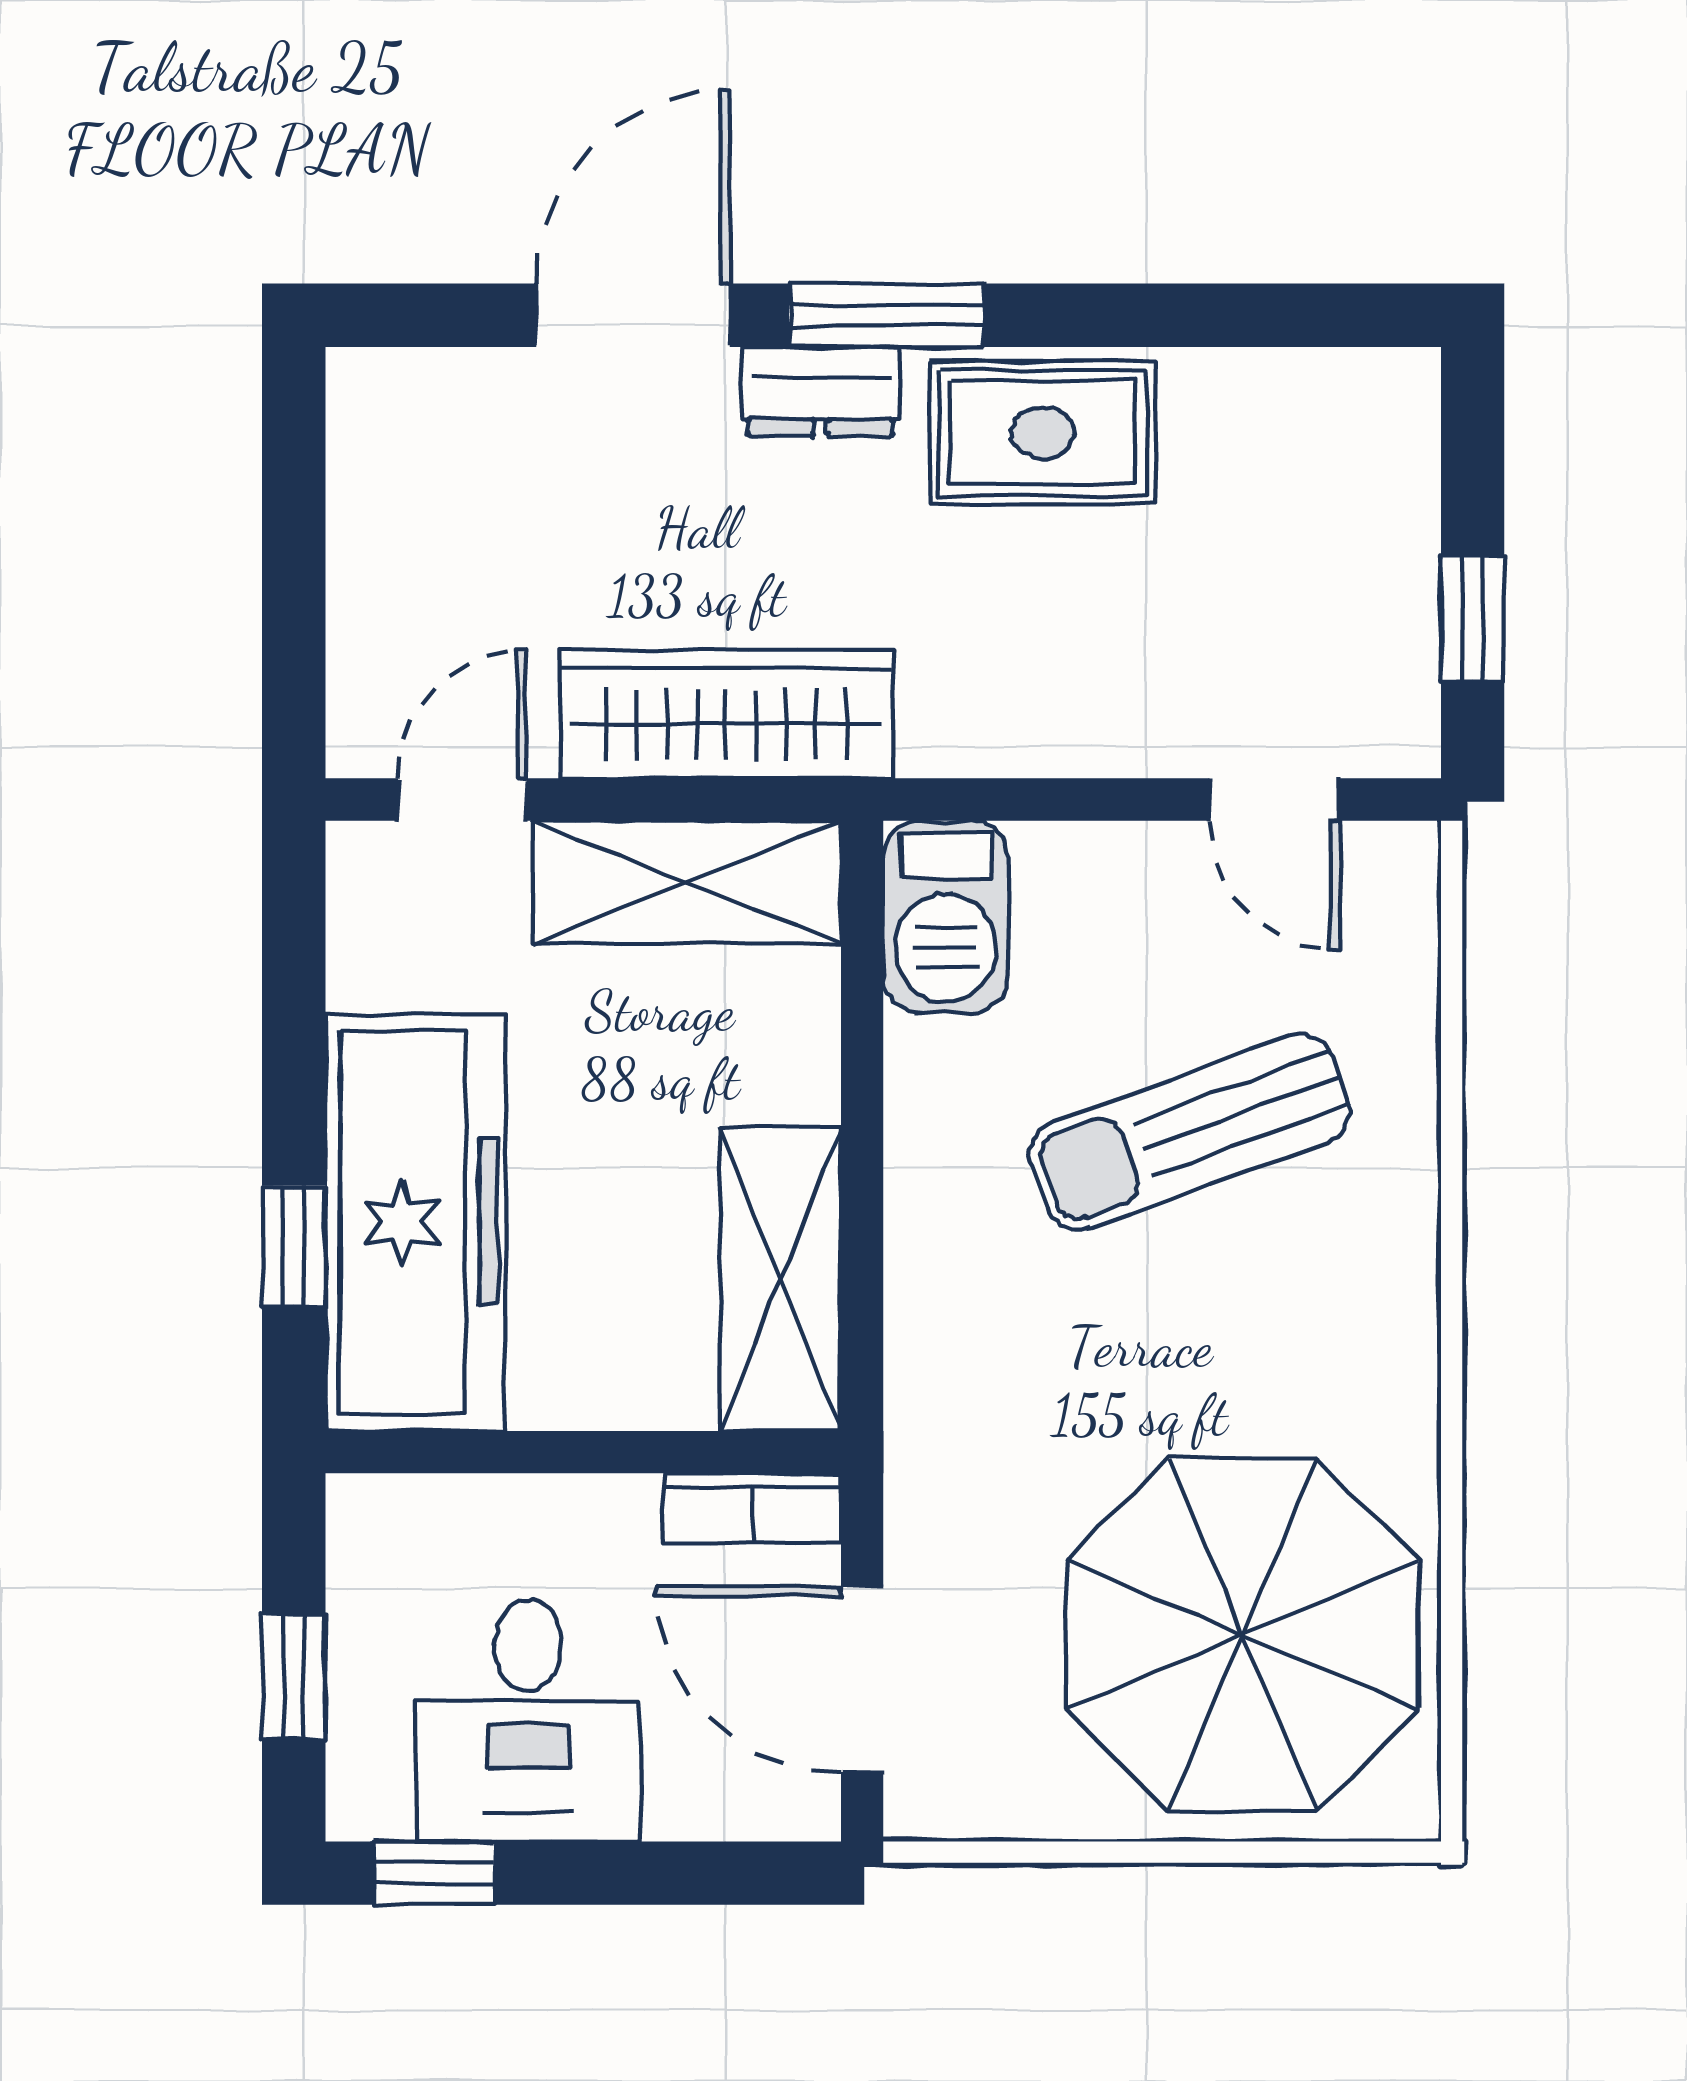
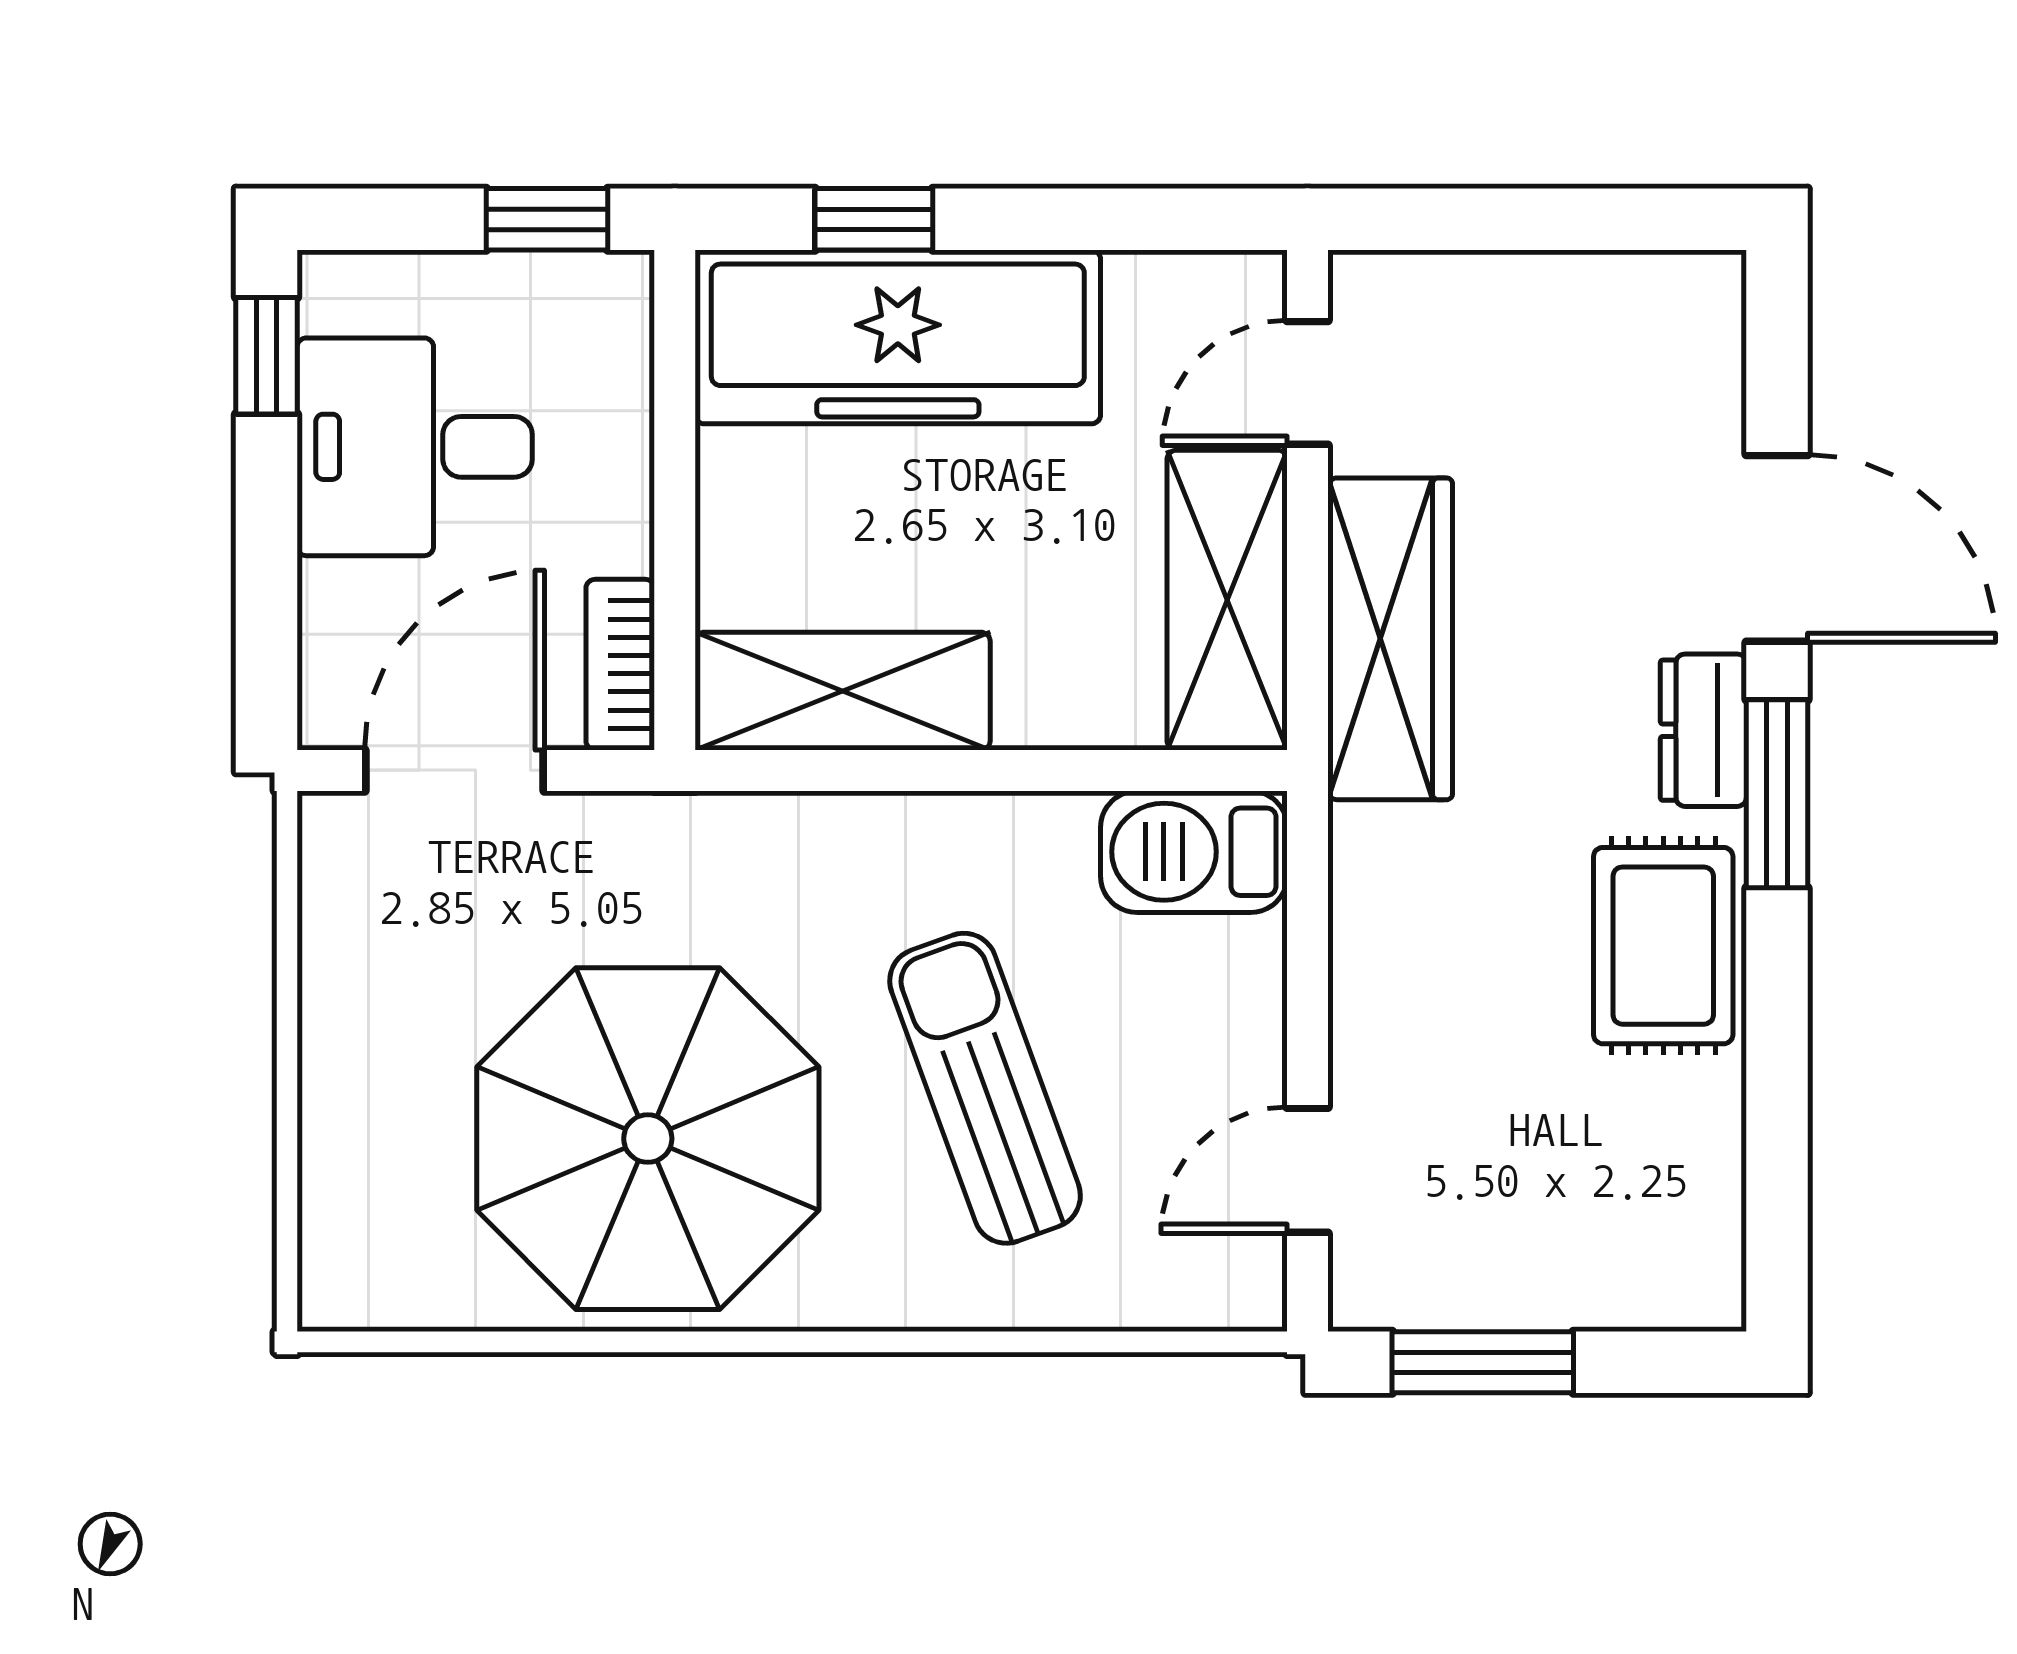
window: (1473, 619) -> (1483, 1362), width x1.50
door: (462, 799) -> (1308, 383), swing flipped
parasol: (1242, 1635) -> (648, 1139), moved
window: (294, 1677) -> (547, 219), moved

